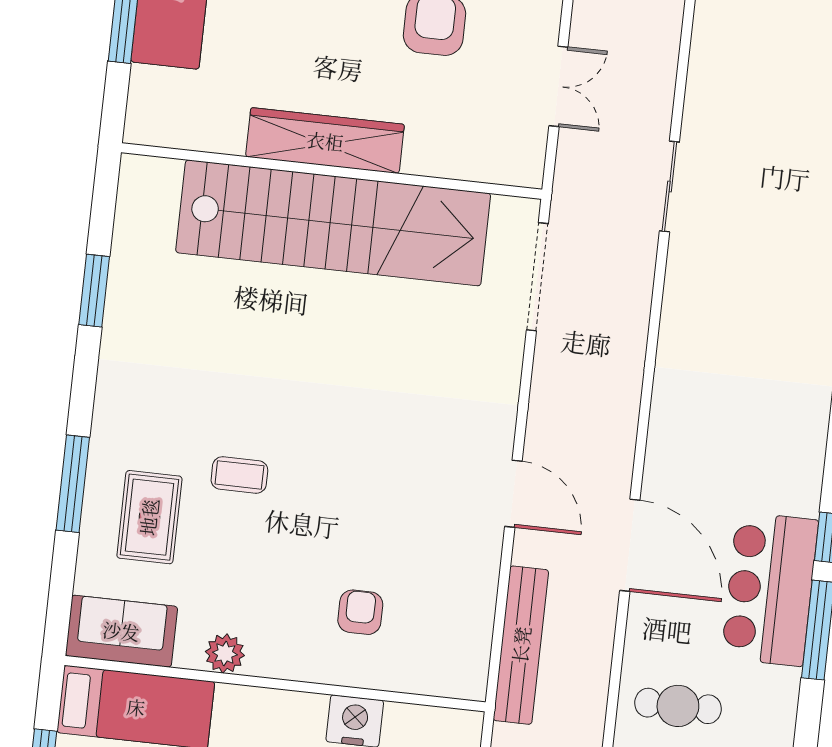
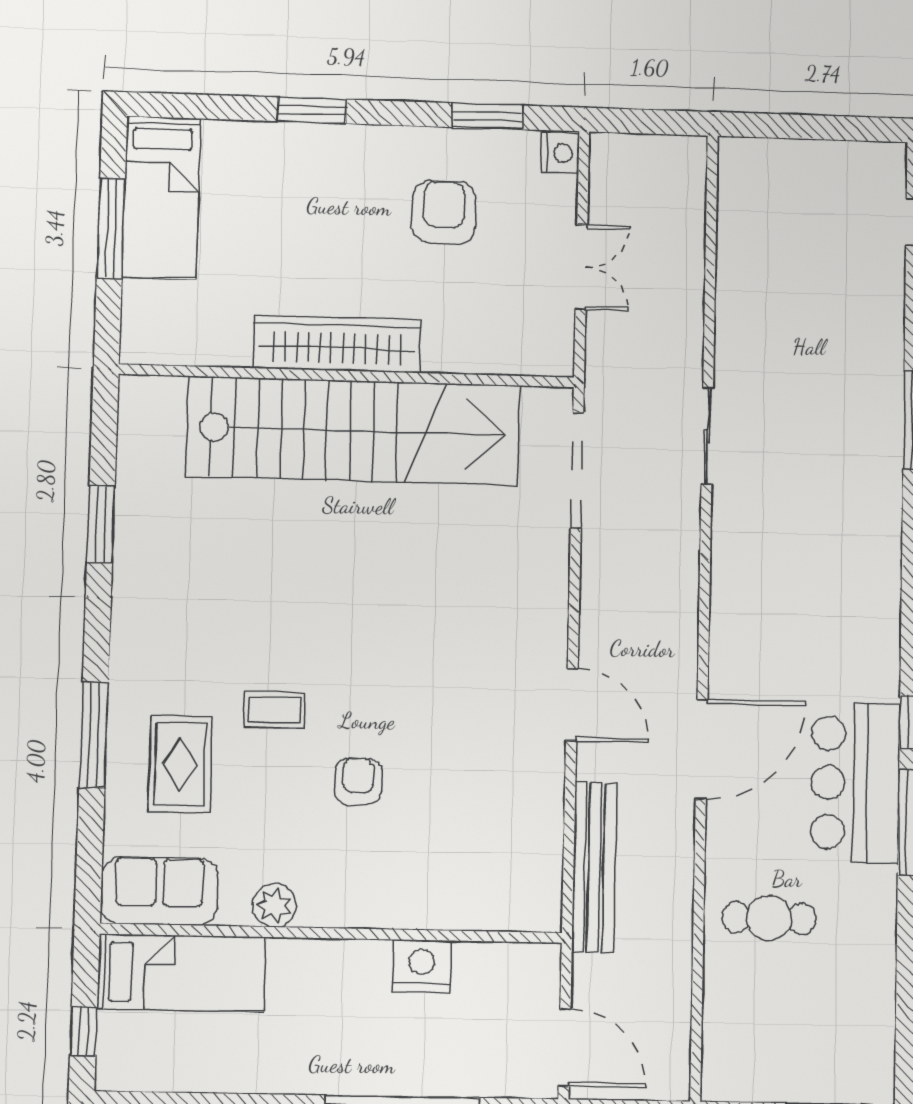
sliding door: (669, 186) -> (707, 436), moved
door: (630, 545) -> (702, 749), hinge flipped
armchair: (360, 612) -> (358, 781), moved

